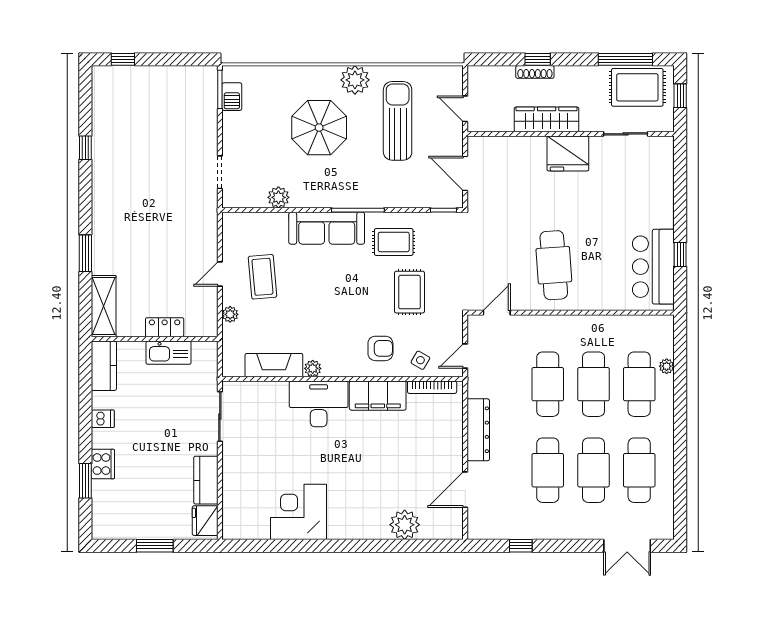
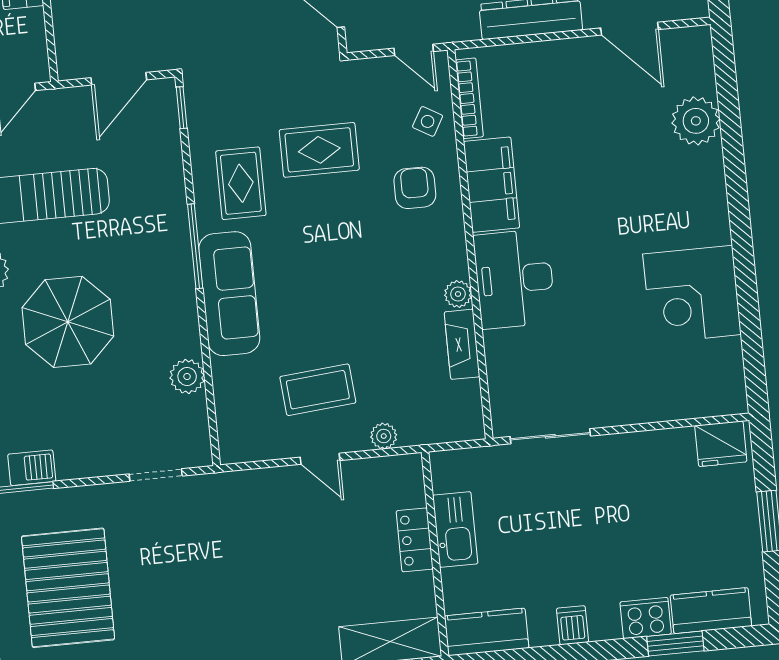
pallet: (156, 112) -> (68, 588), added
fireplace: (274, 365) -> (462, 344), width x0.73, depth x0.76
kitchen counter: (206, 480) -> (711, 611), moved, turned 180

